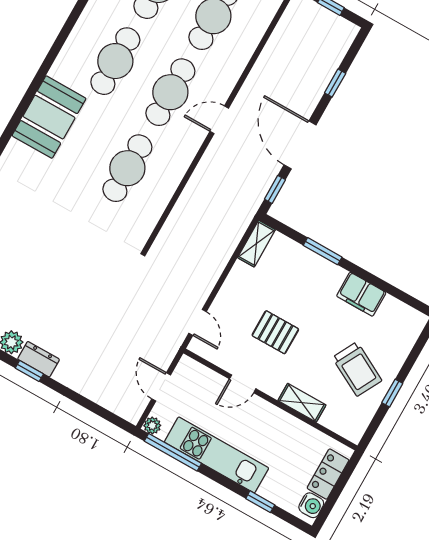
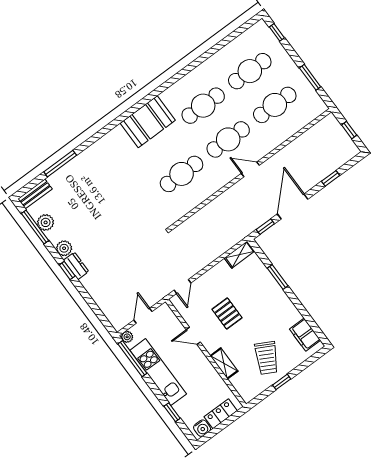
filing cabinet: (361, 294) -> (305, 335), moved

